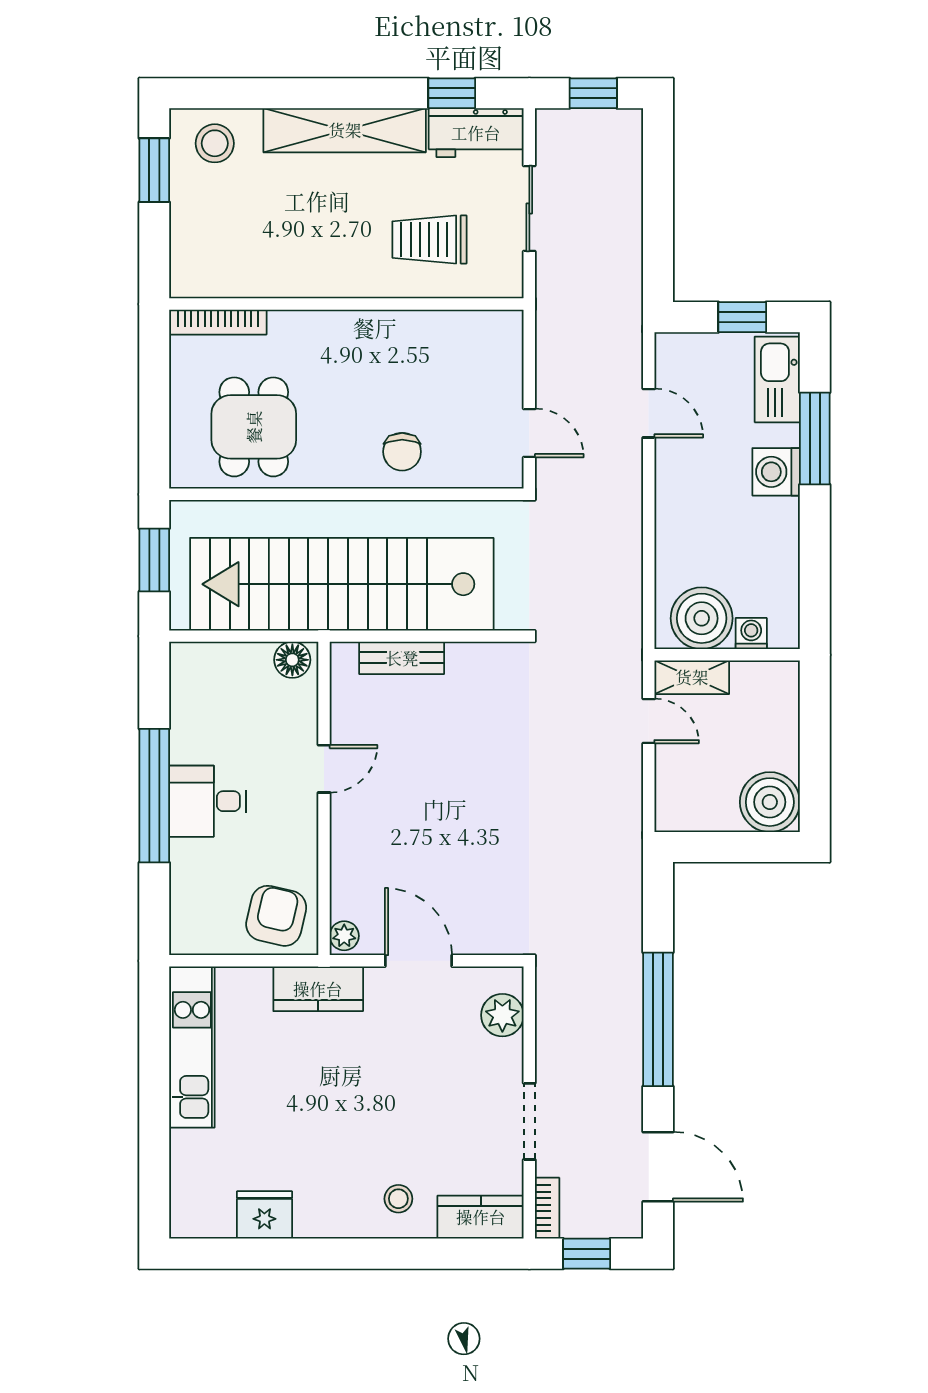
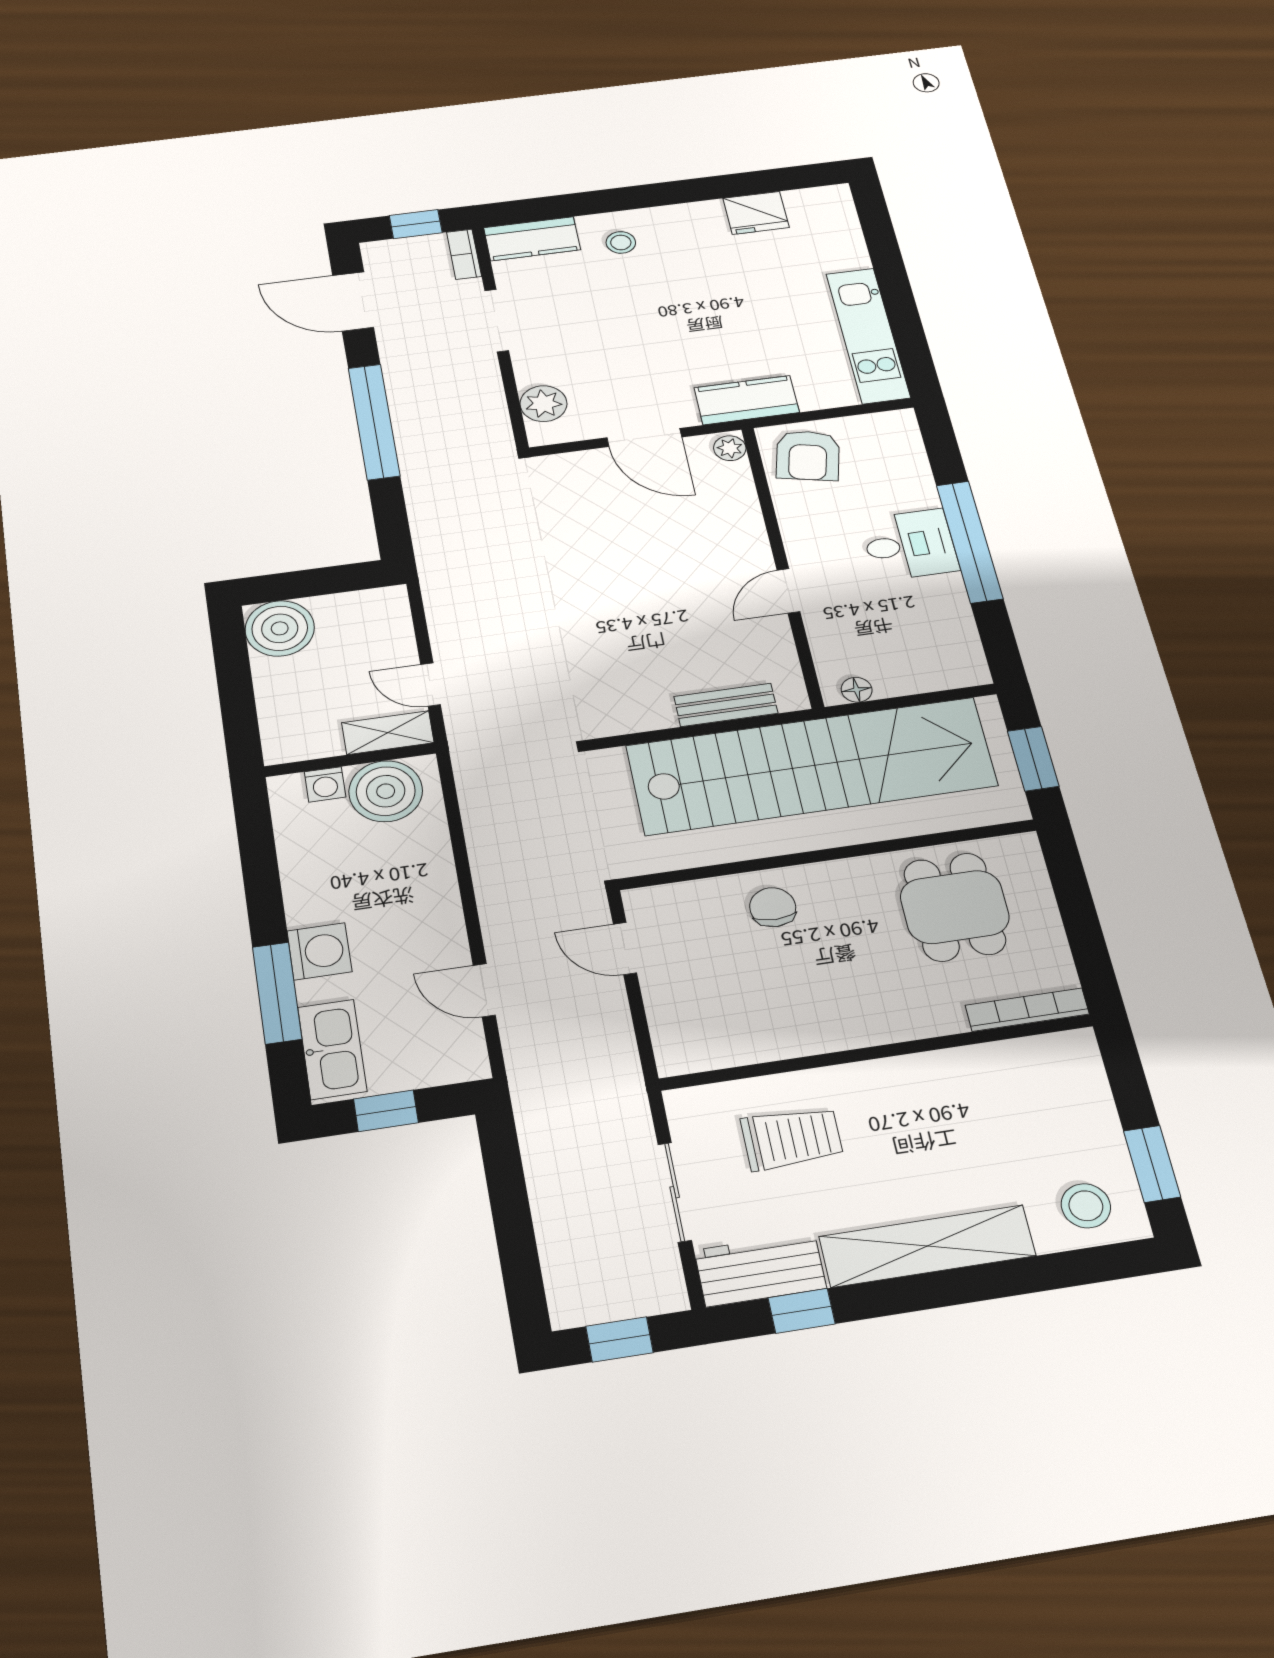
floor lamp: (292, 660) -> (857, 690), width x0.73, depth x0.73

